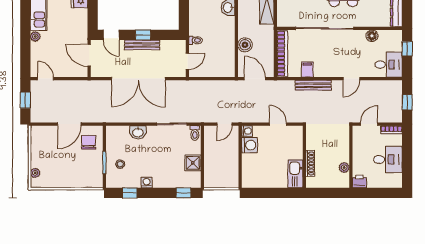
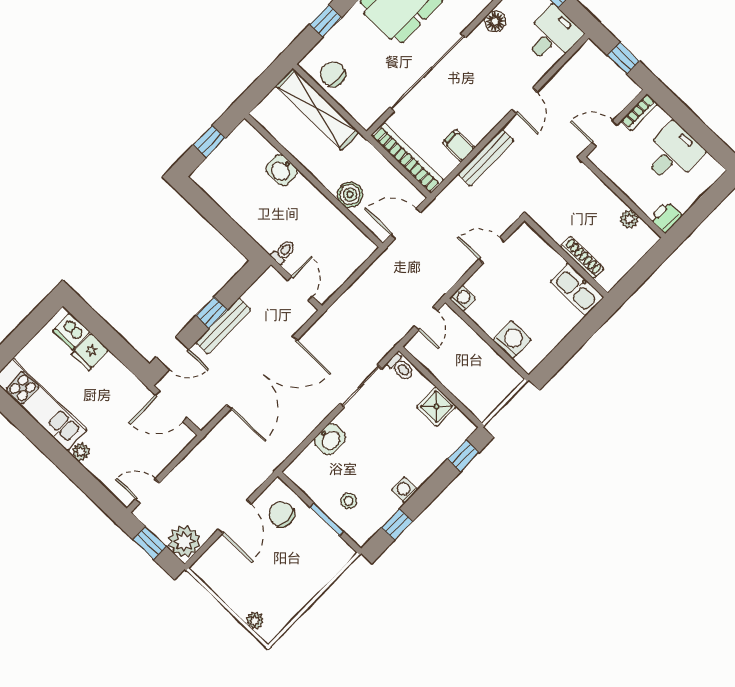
plant: (39, 113) -> (184, 542), added
door: (369, 124) -> (604, 134), hinge flipped
washing machine: (249, 145) -> (512, 340), moved

